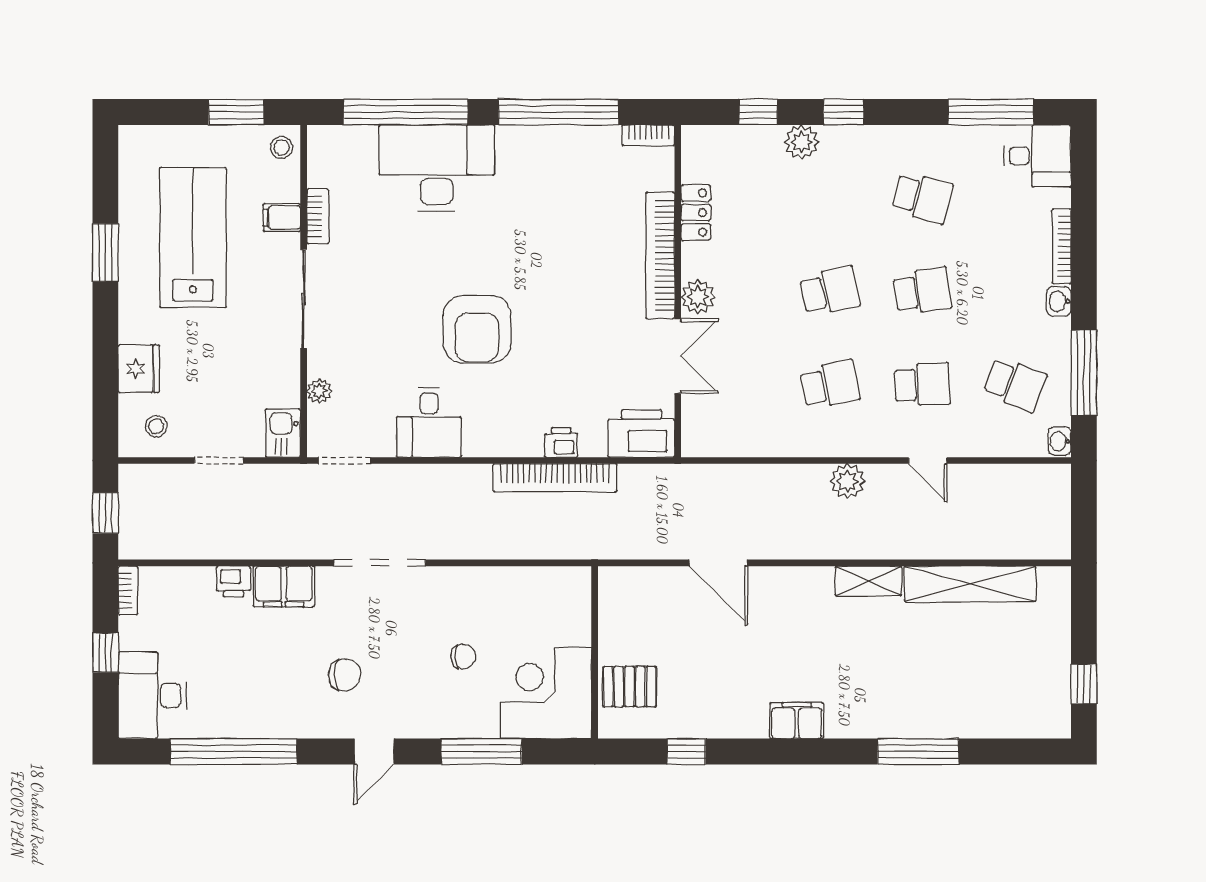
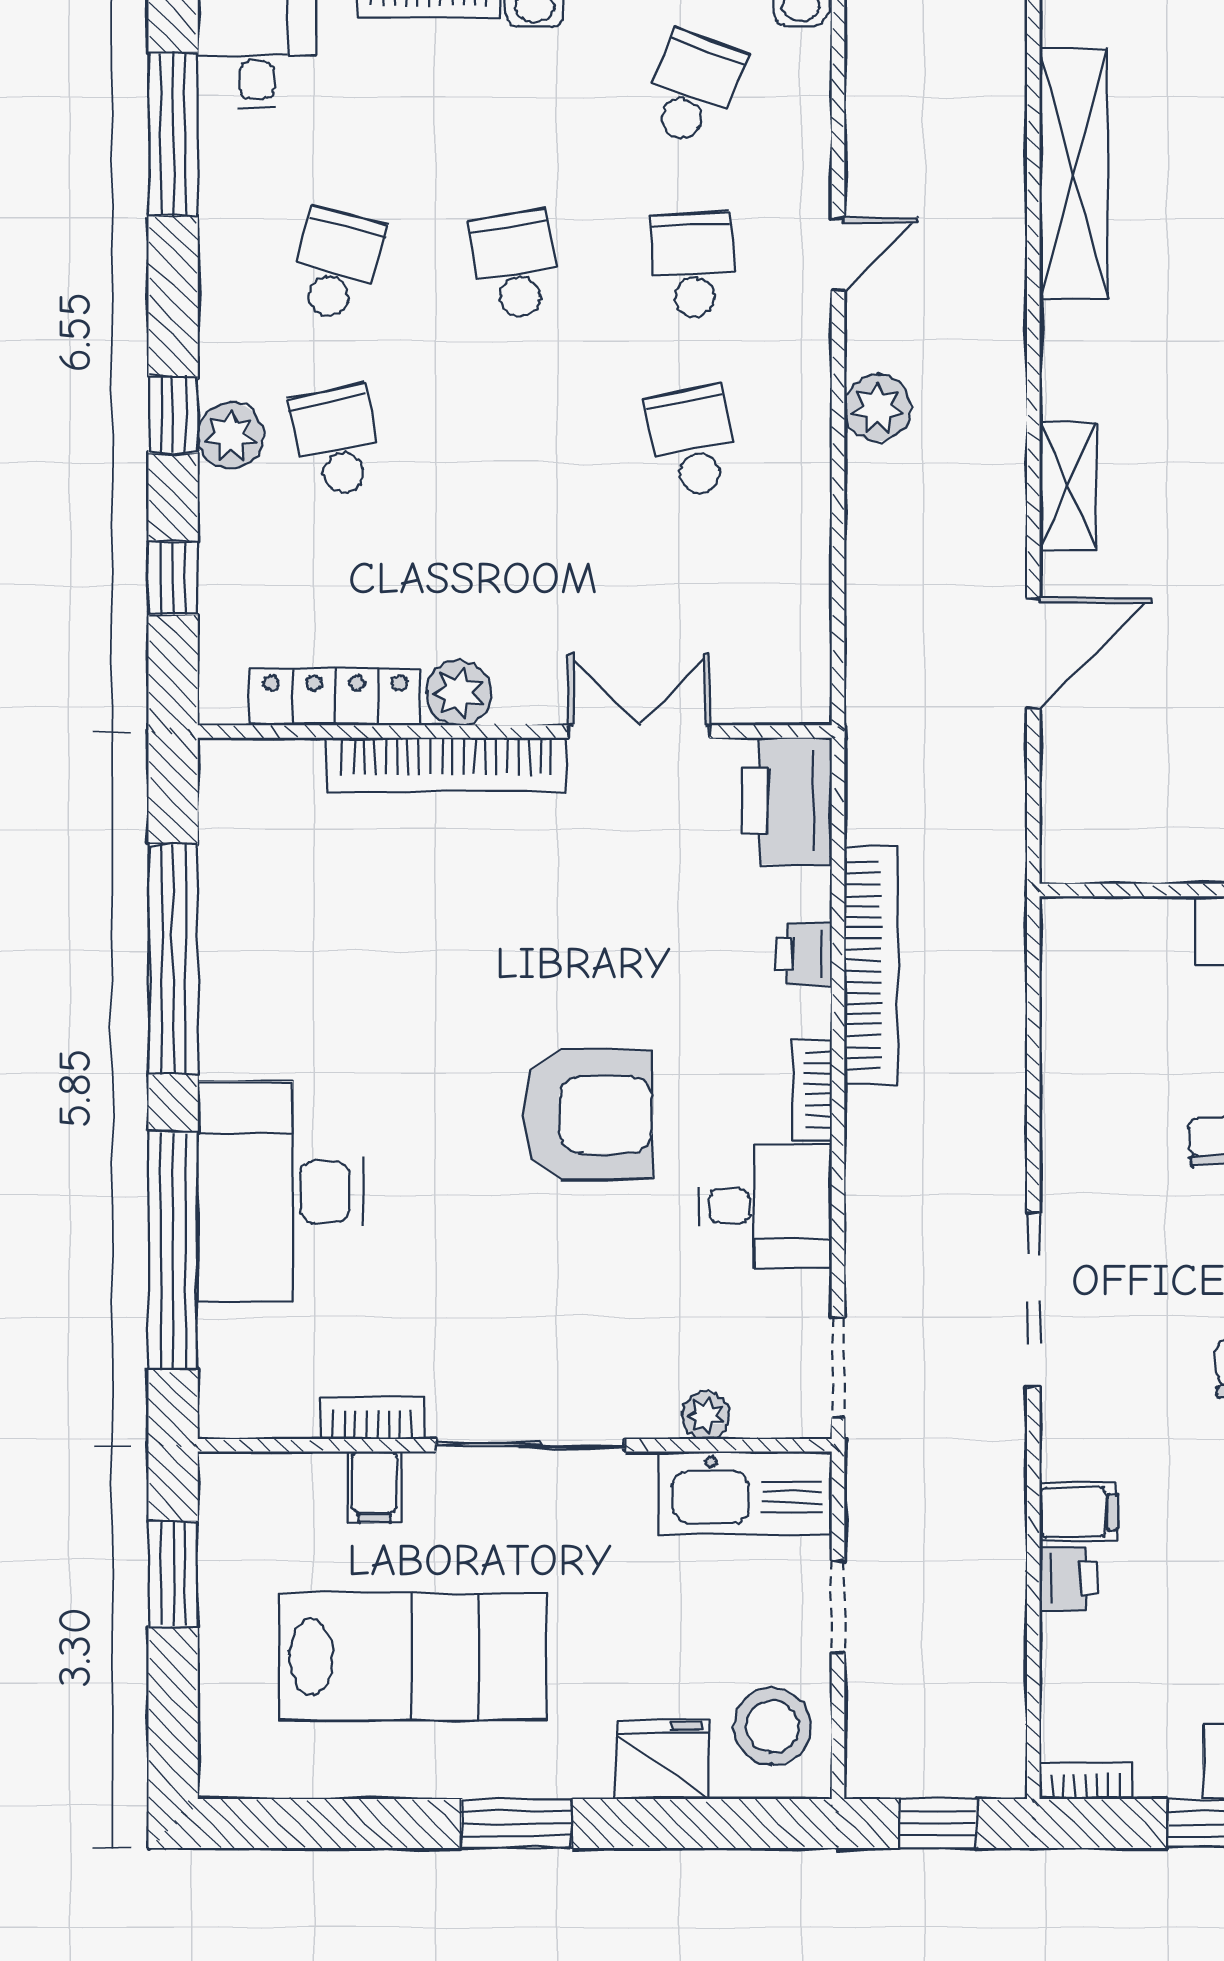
bookcase: (648, 135) -> (812, 1089), moved, turned 180
plant: (802, 142) -> (230, 436), moved
stool: (281, 147) -> (241, 1488), removed
locker: (696, 213) -> (335, 697), width x1.53
lab bench: (193, 238) -> (413, 1656), turned 180
window: (105, 253) -> (516, 1823), moved
school desk: (830, 291) -> (337, 441), moved
plant: (698, 297) -> (458, 693), moved
stool: (156, 426) -> (773, 1727), width x1.89, depth x1.89
kitchen sink: (283, 433) -> (745, 1493), width x1.88, depth x1.24
shelving: (869, 581) -> (1068, 486), moved
filing cabinet: (284, 586) -> (1078, 1512), width x0.50

